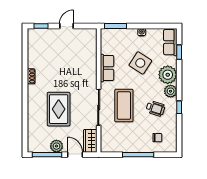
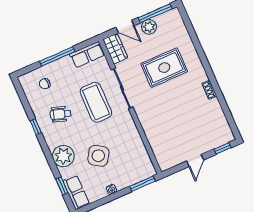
row of seats: (107, 68) -> (87, 55), moved, turned -90
plant: (171, 91) -> (53, 140), removed
rug: (59, 109) -> (164, 68), turned 90

